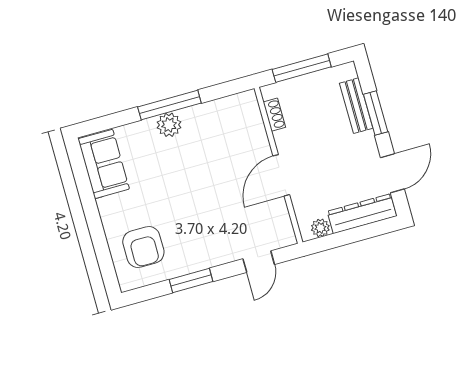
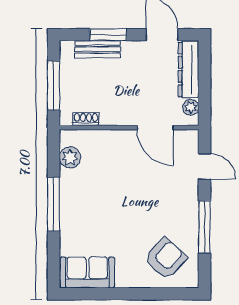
plant: (169, 125) -> (70, 157), moved
door: (281, 175) -> (155, 128), moved
armchair: (143, 247) -> (166, 259), turned -48
window: (191, 281) -> (204, 227), width x1.44

